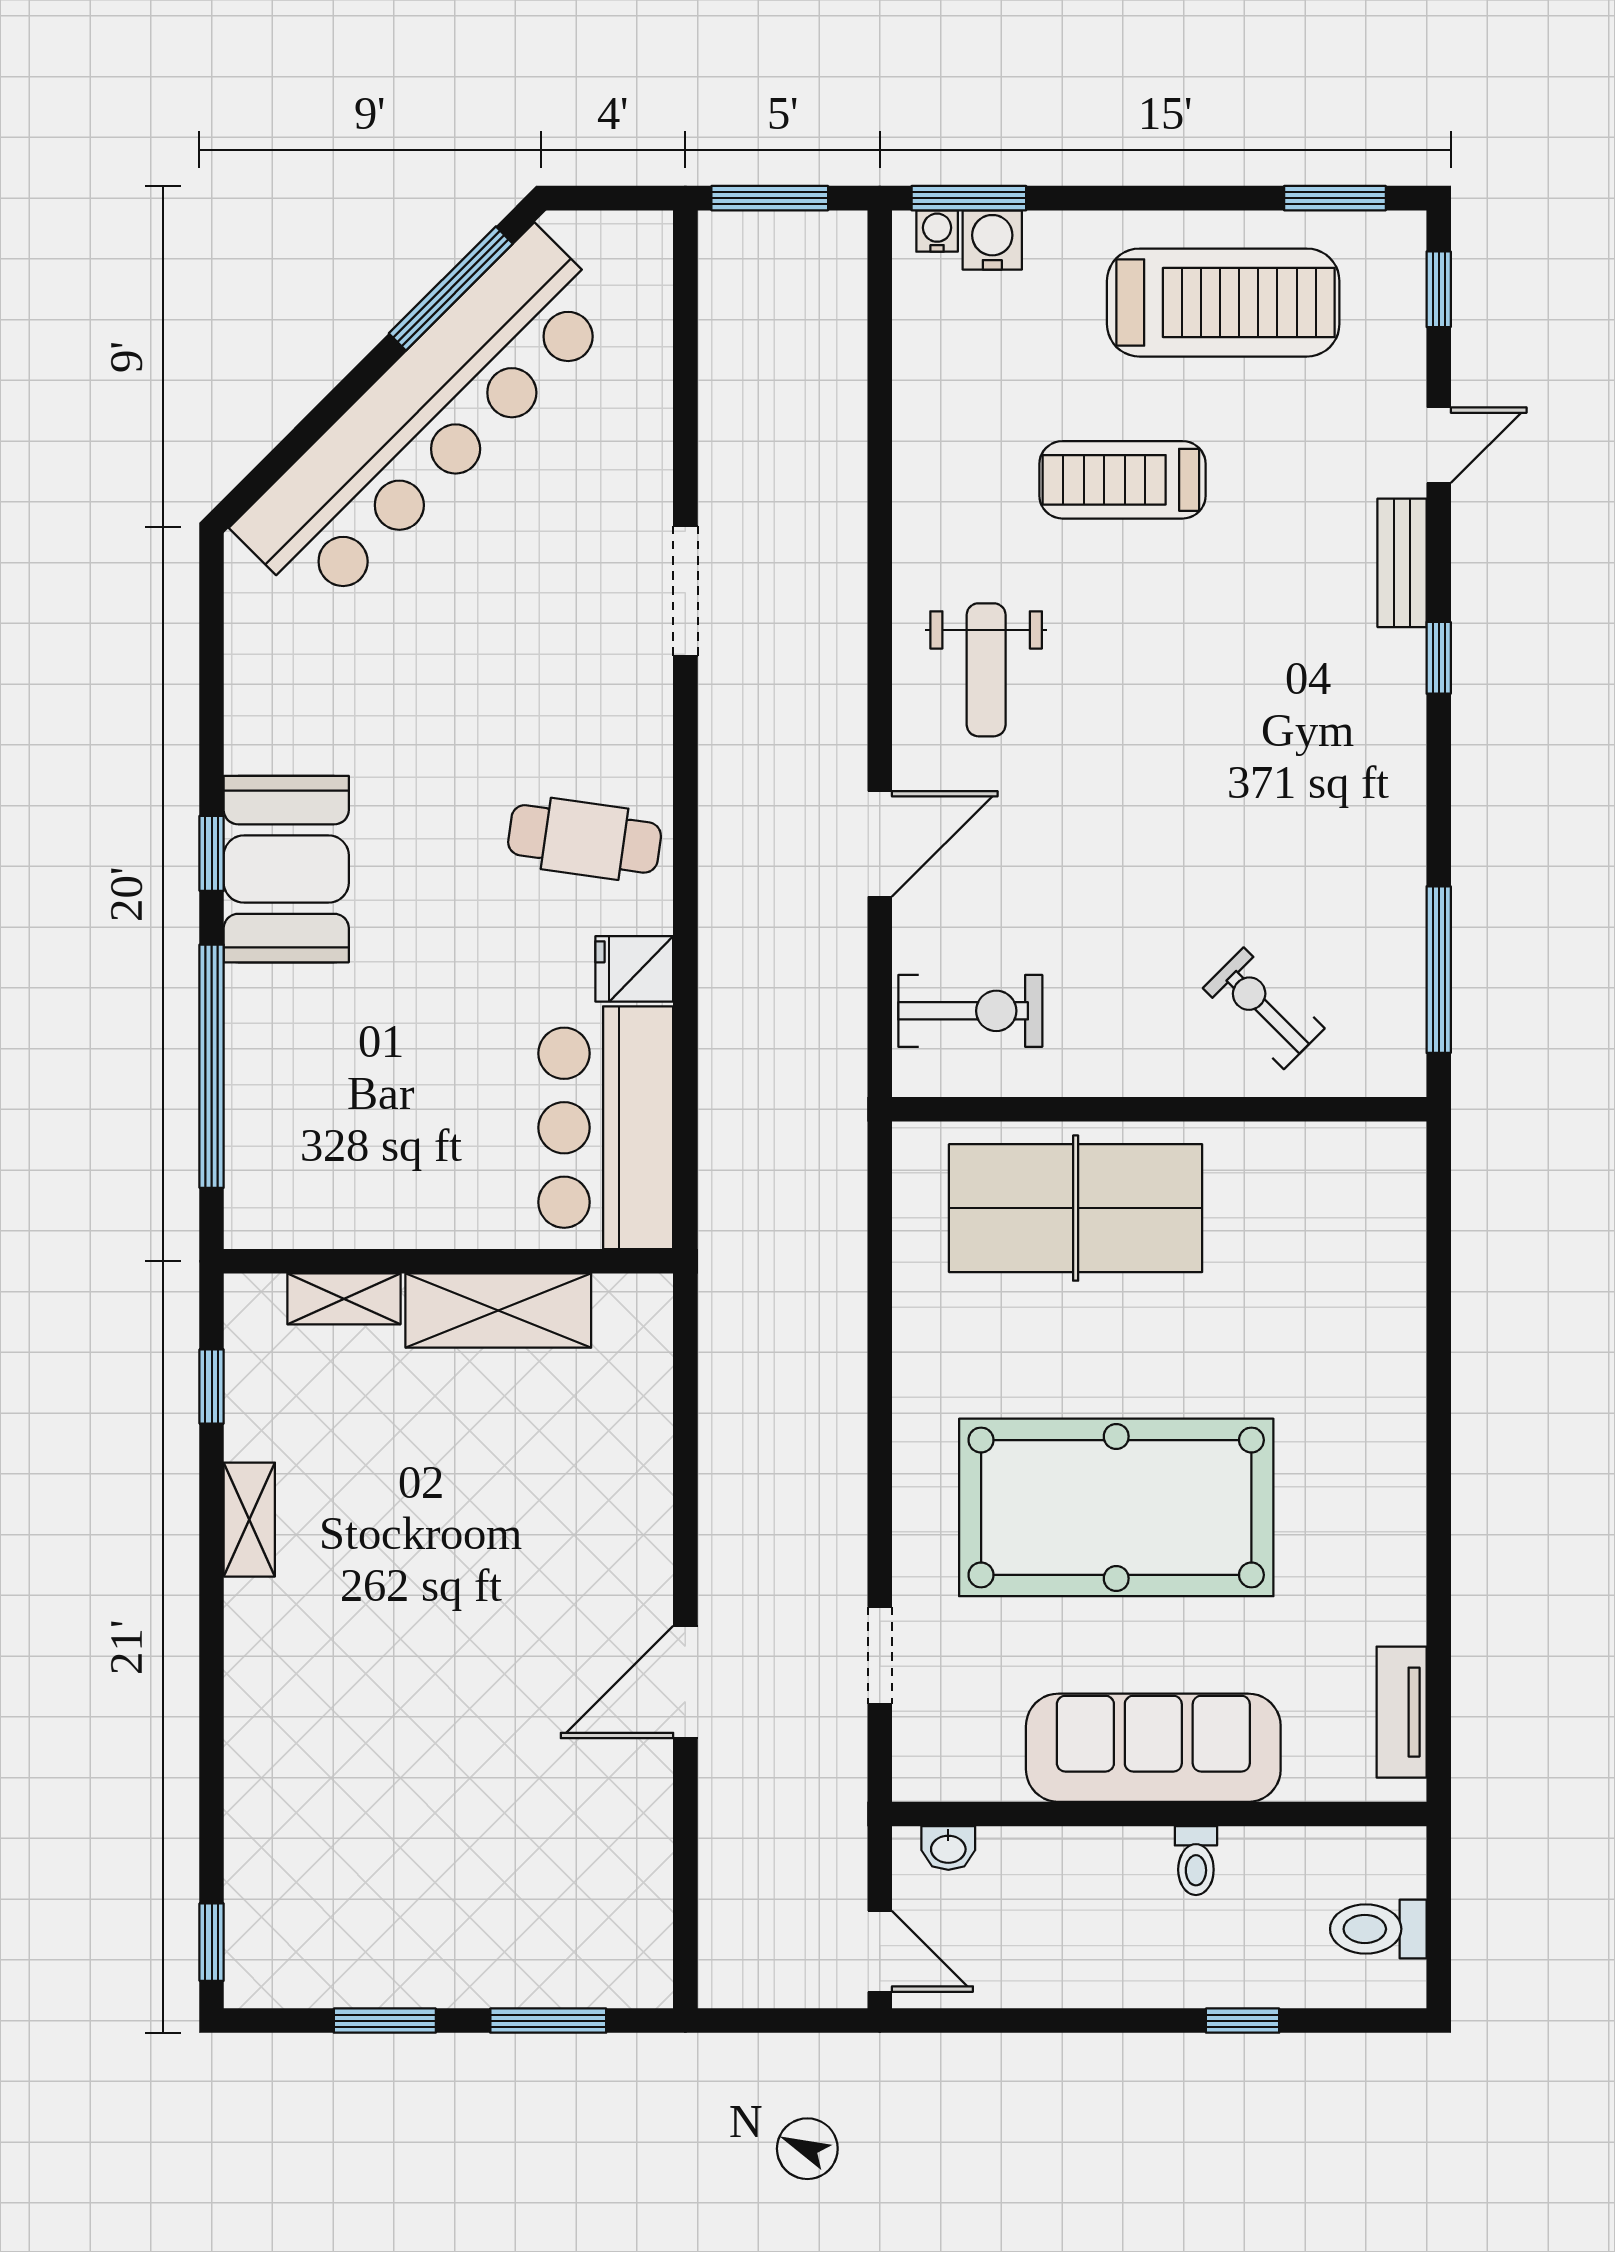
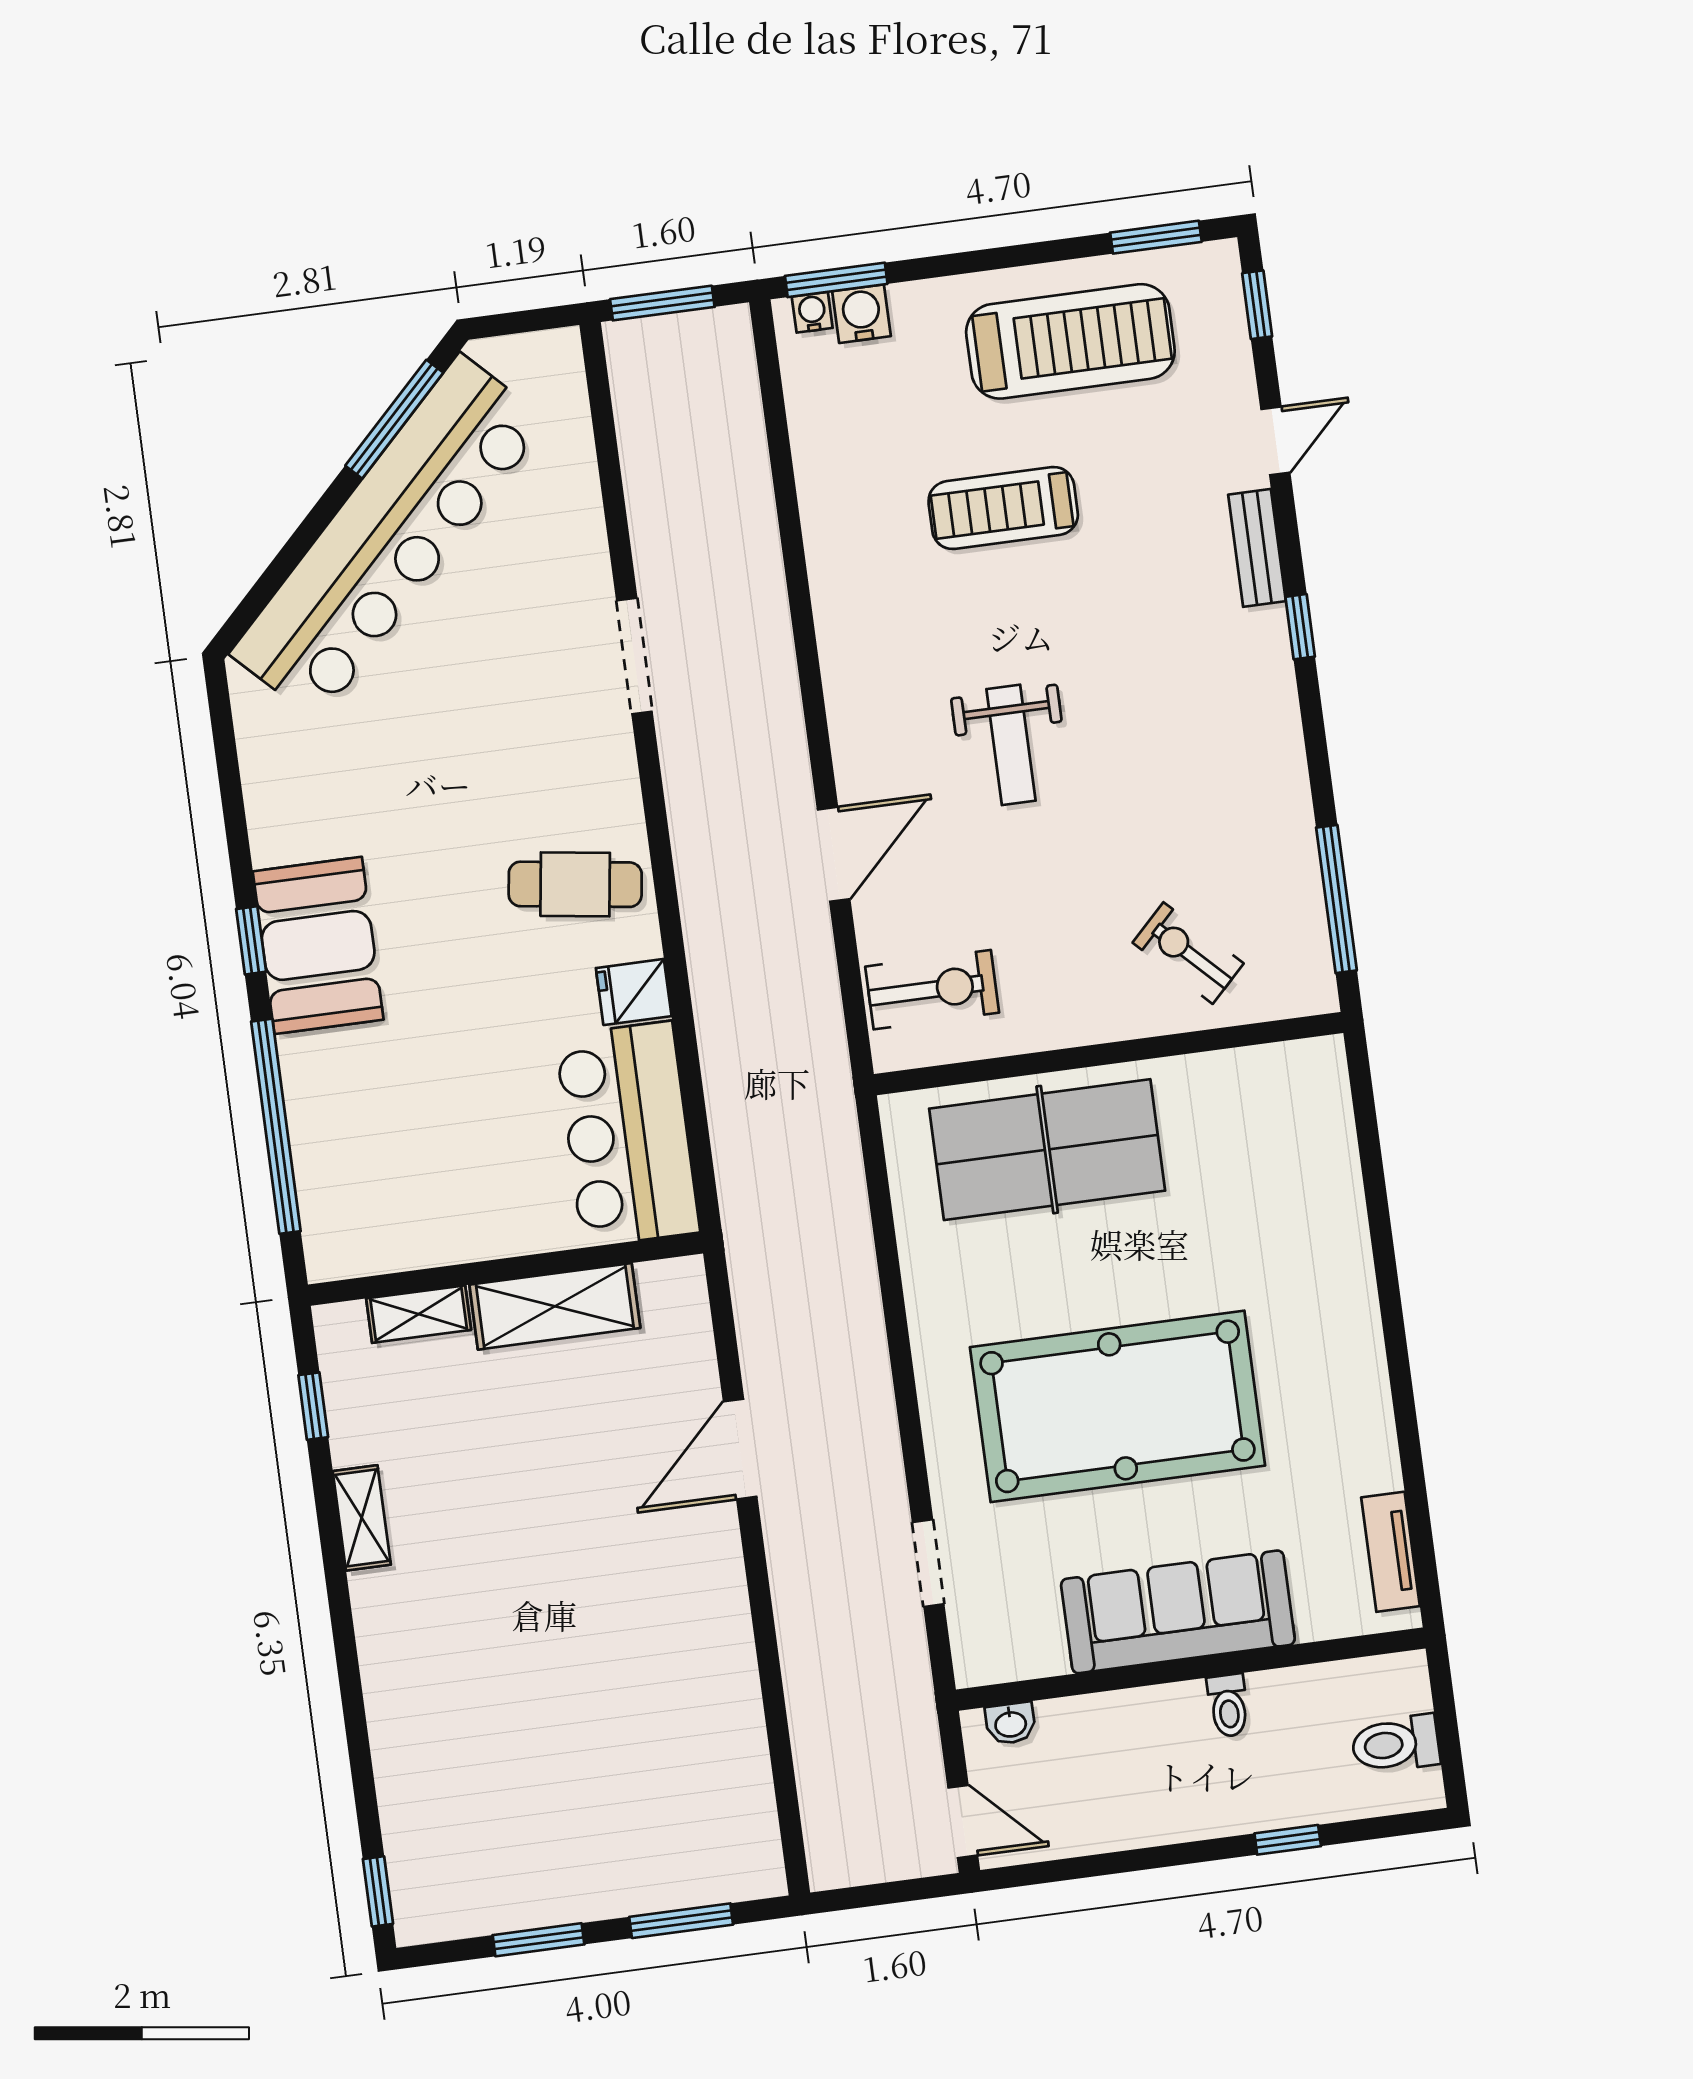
weight bench: (986, 670) -> (1011, 745), moved
door: (685, 1682) -> (740, 1449), moved

